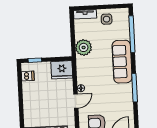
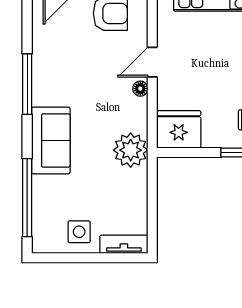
plant: (84, 47) -> (131, 150), moved
sofa: (122, 62) -> (51, 140), width x0.73

